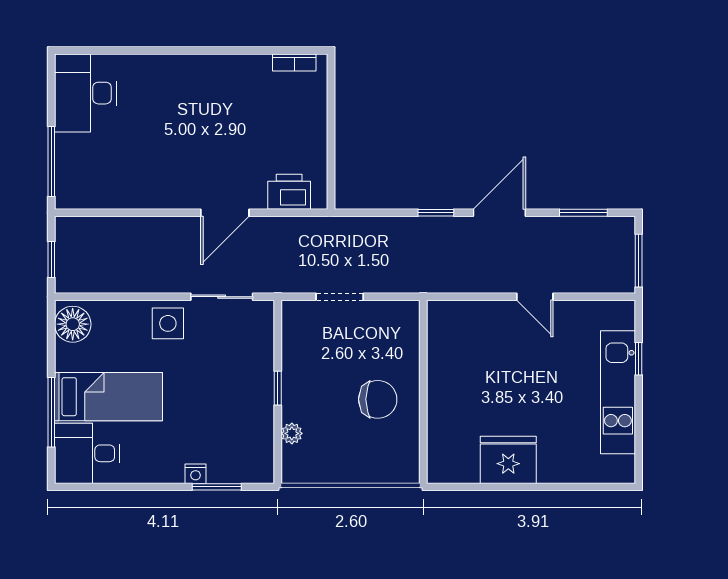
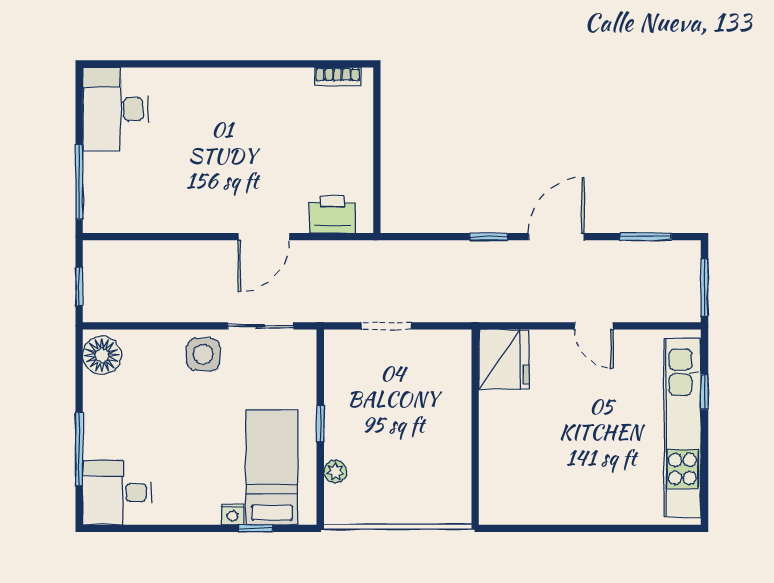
kitchen unit: (618, 392) -> (682, 428), width x1.36
bed: (108, 397) -> (272, 467), moved, turned -90
chair: (378, 399) -> (427, 435), removed
fridge: (508, 460) -> (504, 359), moved, turned 90
window: (217, 487) -> (255, 528), width x0.67

